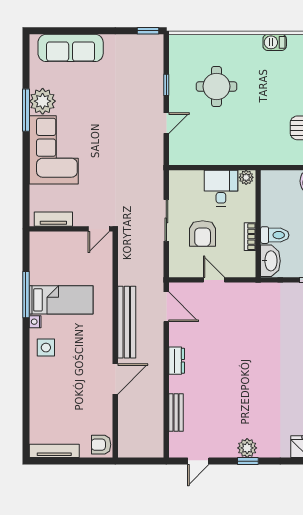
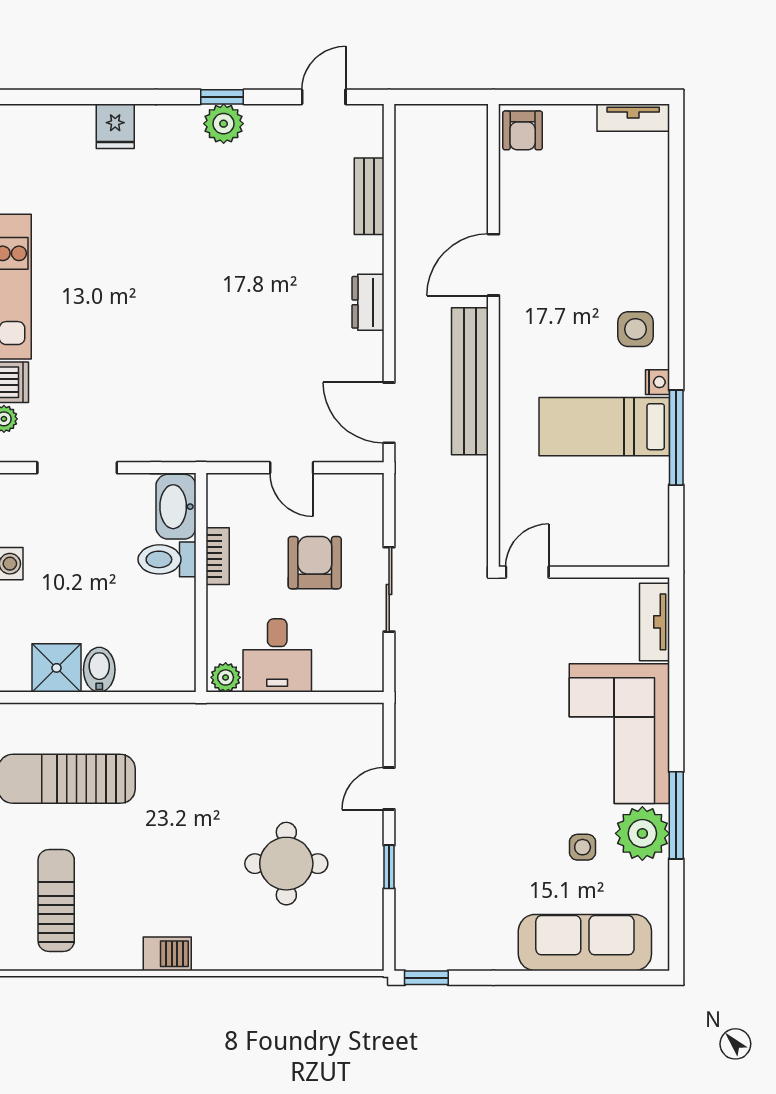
side table: (72, 95) -> (583, 847), added
tv unit: (53, 219) -> (654, 622), moved, turned 90
armchair: (101, 445) -> (523, 130), turned 90
tv unit: (54, 451) -> (633, 118), width x0.71

